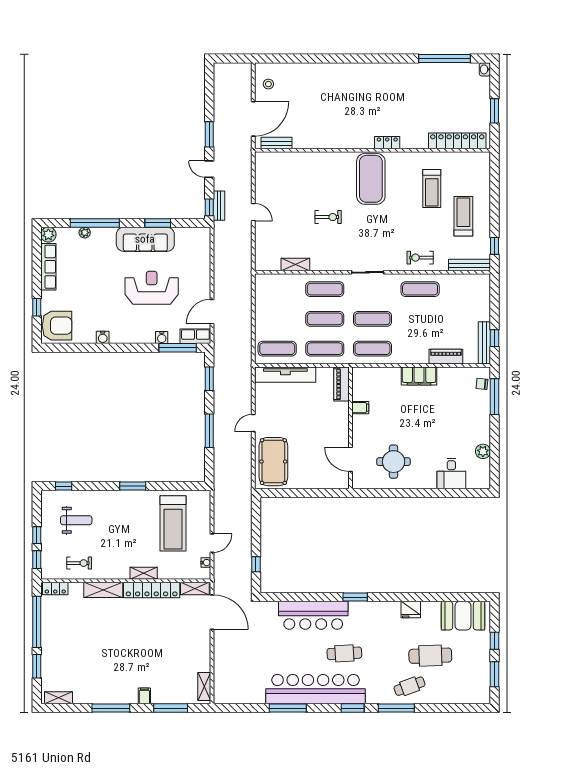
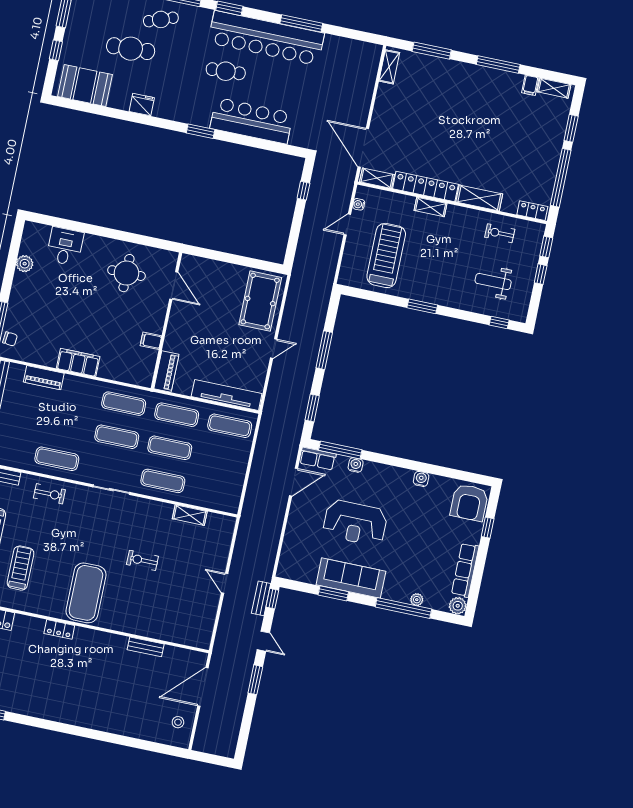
bench: (277, 143) -> (146, 647), moved
armchair: (57, 326) -> (469, 503), turned -90
filing cabinet: (144, 696) -> (530, 85), moved

